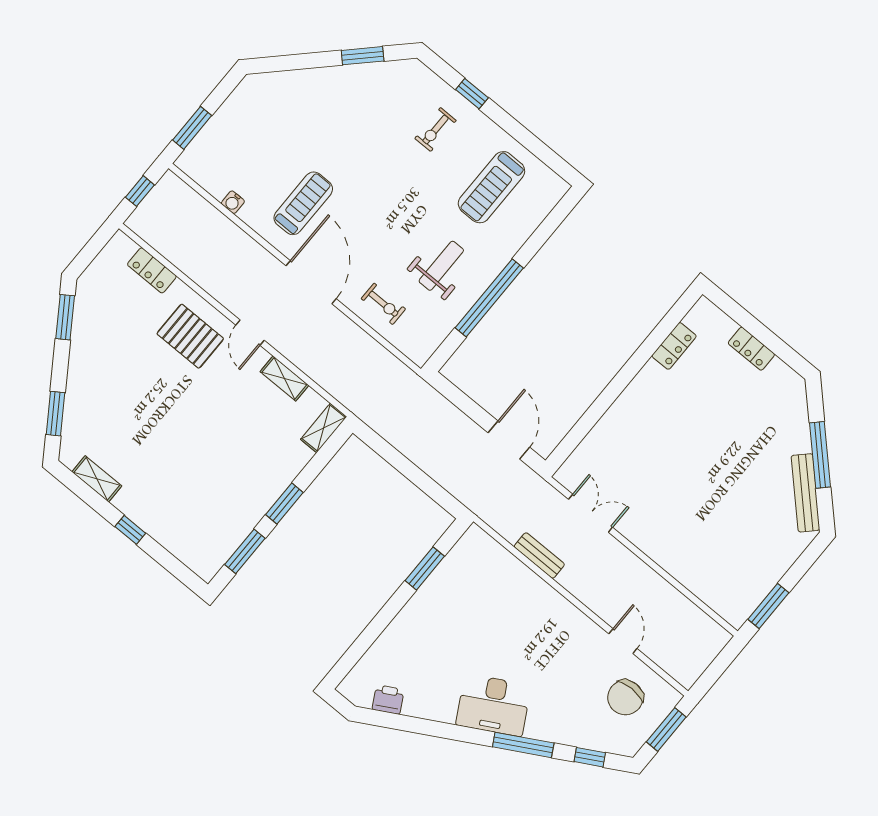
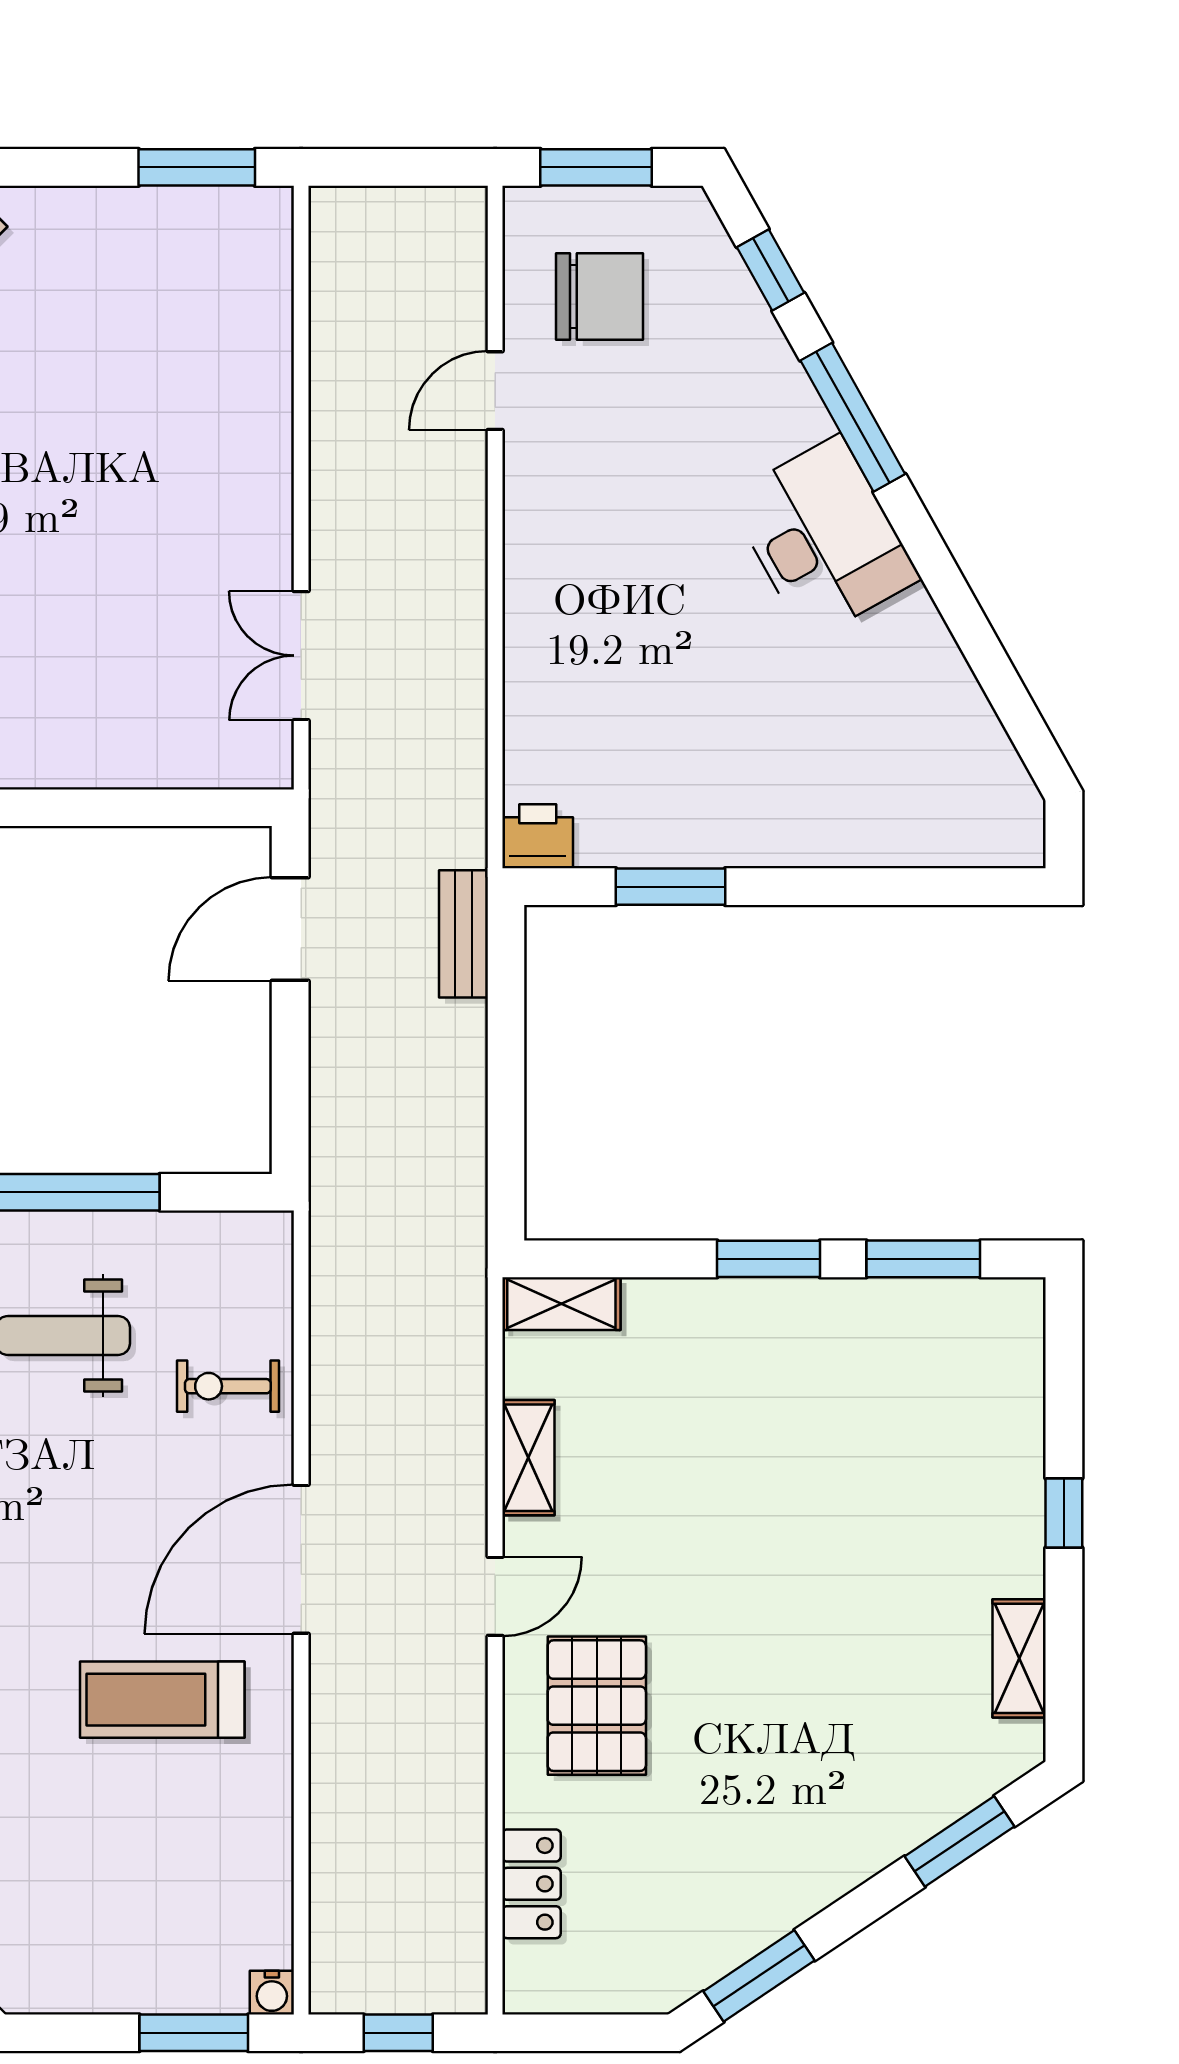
water cooler: (233, 202) -> (272, 1993), moved, turned 90
exercise bike: (383, 304) -> (228, 1386), turned -90
bench: (539, 555) -> (464, 934), moved
printer: (388, 700) -> (538, 836), moved, turned 119

